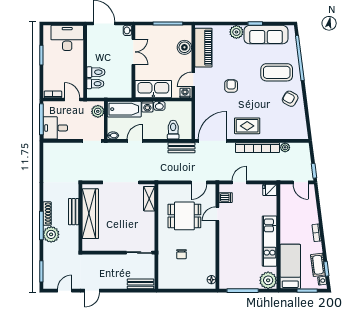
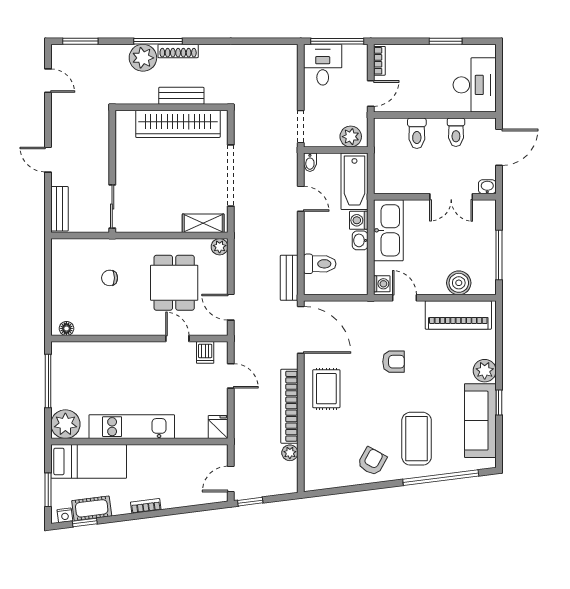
toilet: (95, 84) -> (456, 132), moved
plant: (163, 189) -> (220, 247), added
door: (92, 291) -> (48, 160), moved

